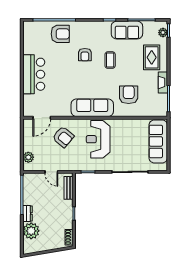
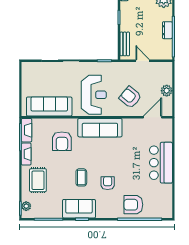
sofa: (127, 30) -> (79, 209), moved
fireplace: (163, 105) -> (27, 130), added
sofa: (158, 141) -> (49, 107), moved, turned -90
plant: (28, 157) -> (167, 91), moved
dresser: (28, 214) -> (167, 30), moved

